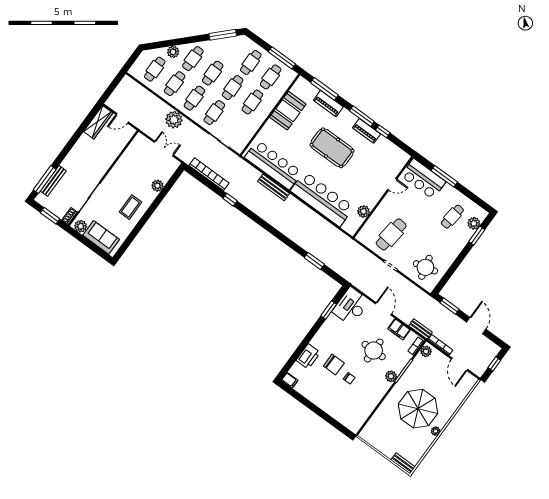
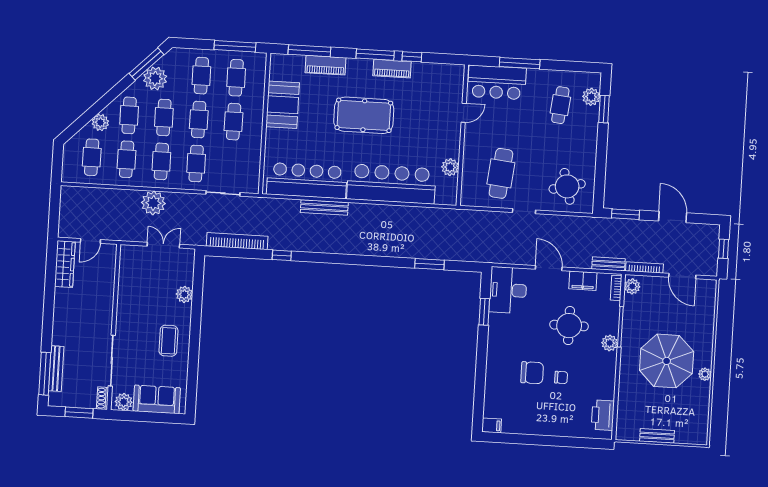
plant: (222, 47) -> (155, 78), added
printer: (308, 356) -> (603, 415), moved, turned 180
bench: (403, 463) -> (657, 436), moved

